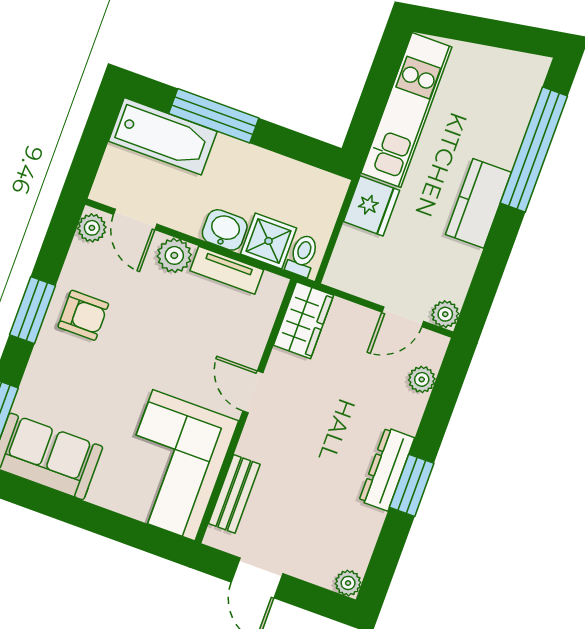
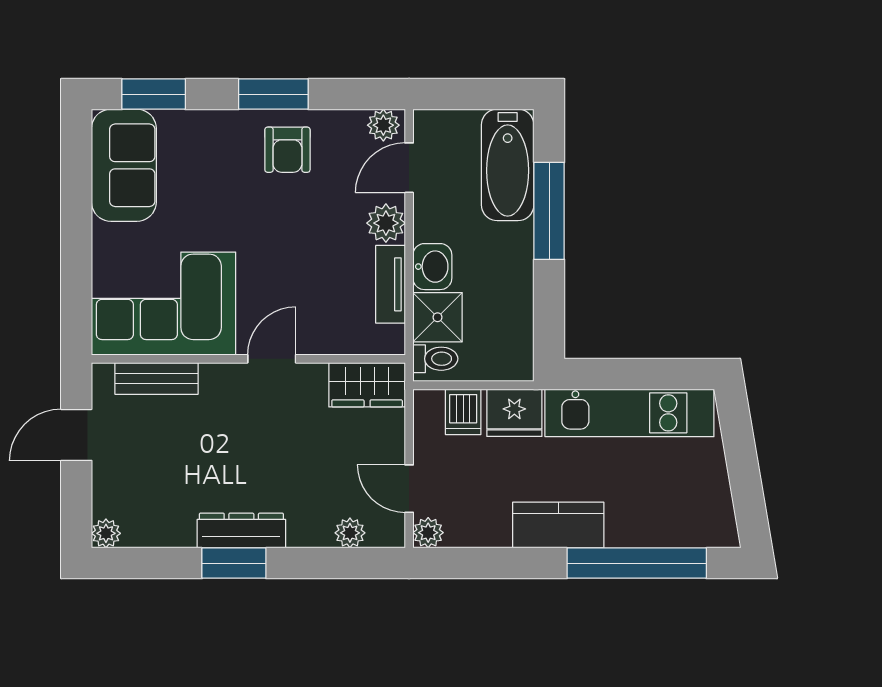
dishwasher: (355, 248) -> (463, 412), added

